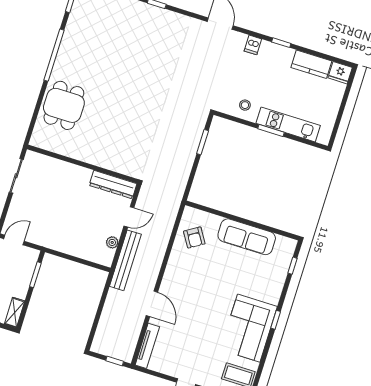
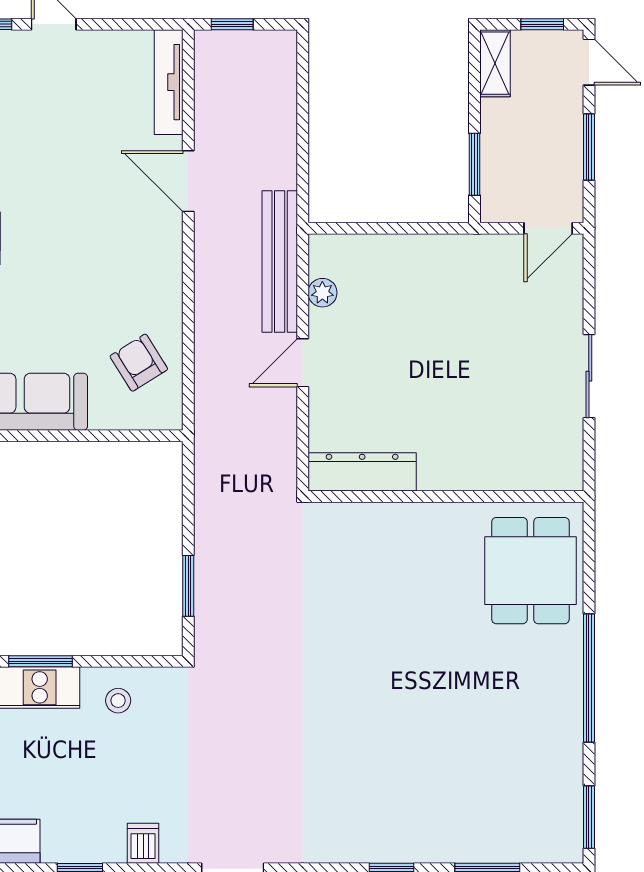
wall: (83, 164) -> (446, 497), moved
dresser: (113, 184) -> (362, 472), moved

